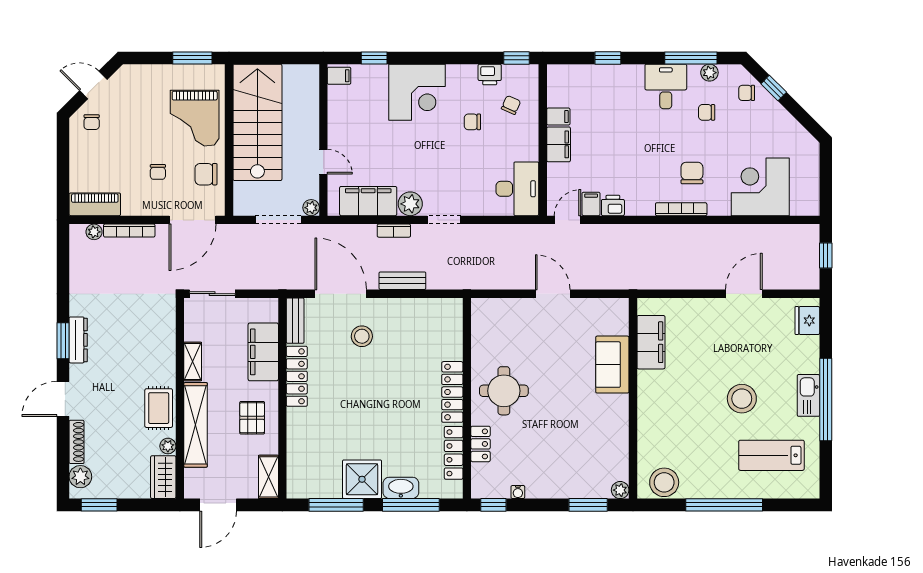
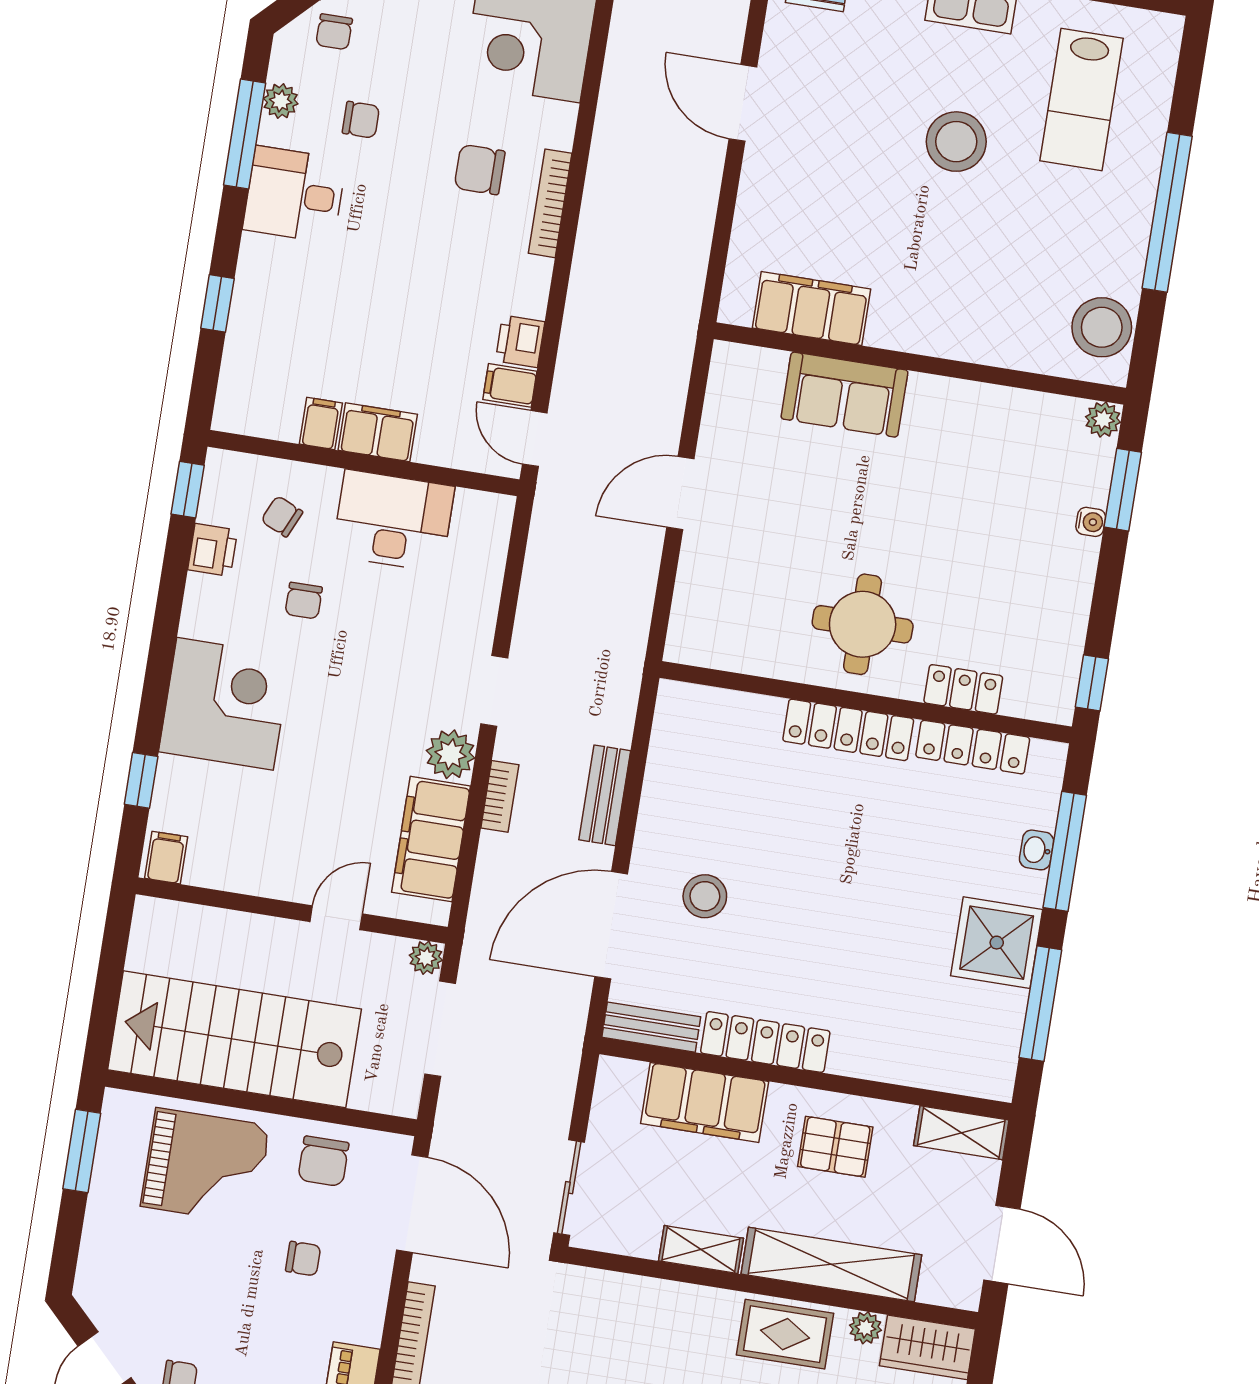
chair: (707, 112) -> (361, 120), turned -90
desk: (517, 189) -> (393, 521), moved
washbasin: (401, 488) -> (1036, 850), width x0.52, depth x0.69
water cooler: (518, 492) -> (1091, 522), moved

